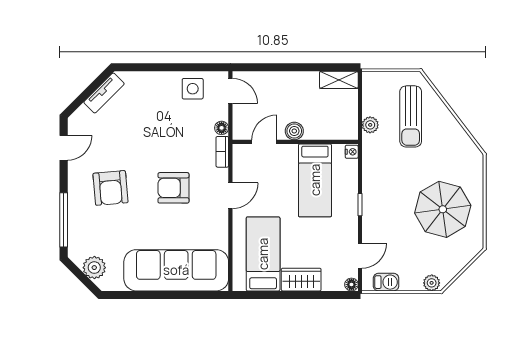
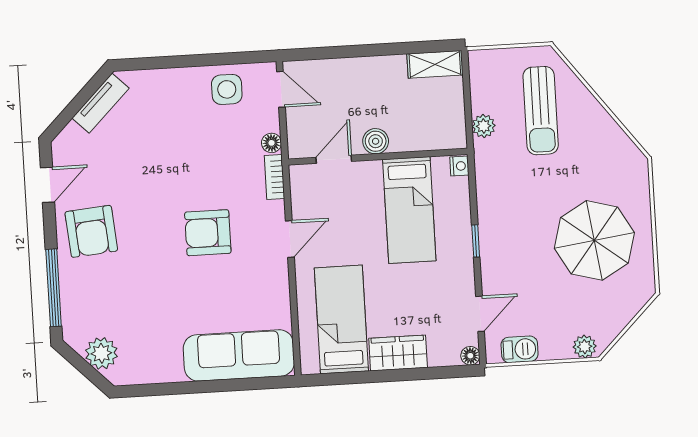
armchair: (110, 188) -> (91, 231), moved
sofa: (176, 270) -> (239, 355), width x0.74, depth x0.79

